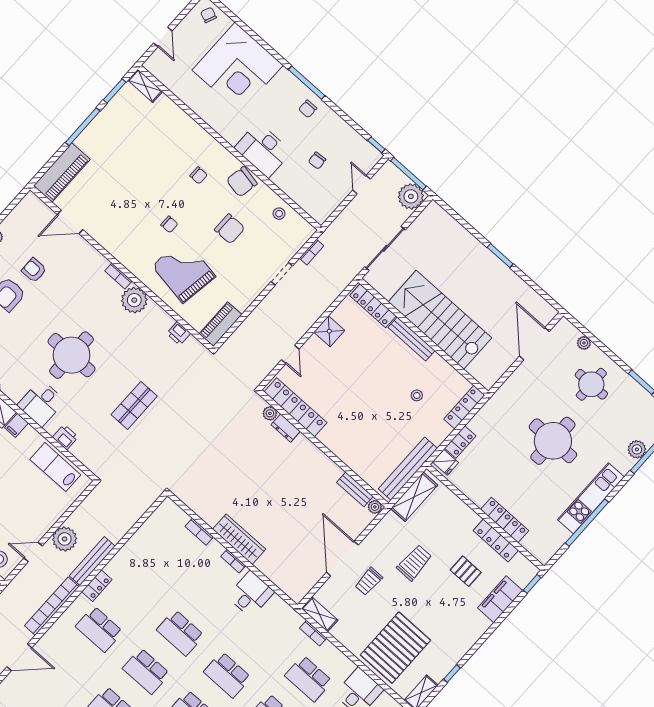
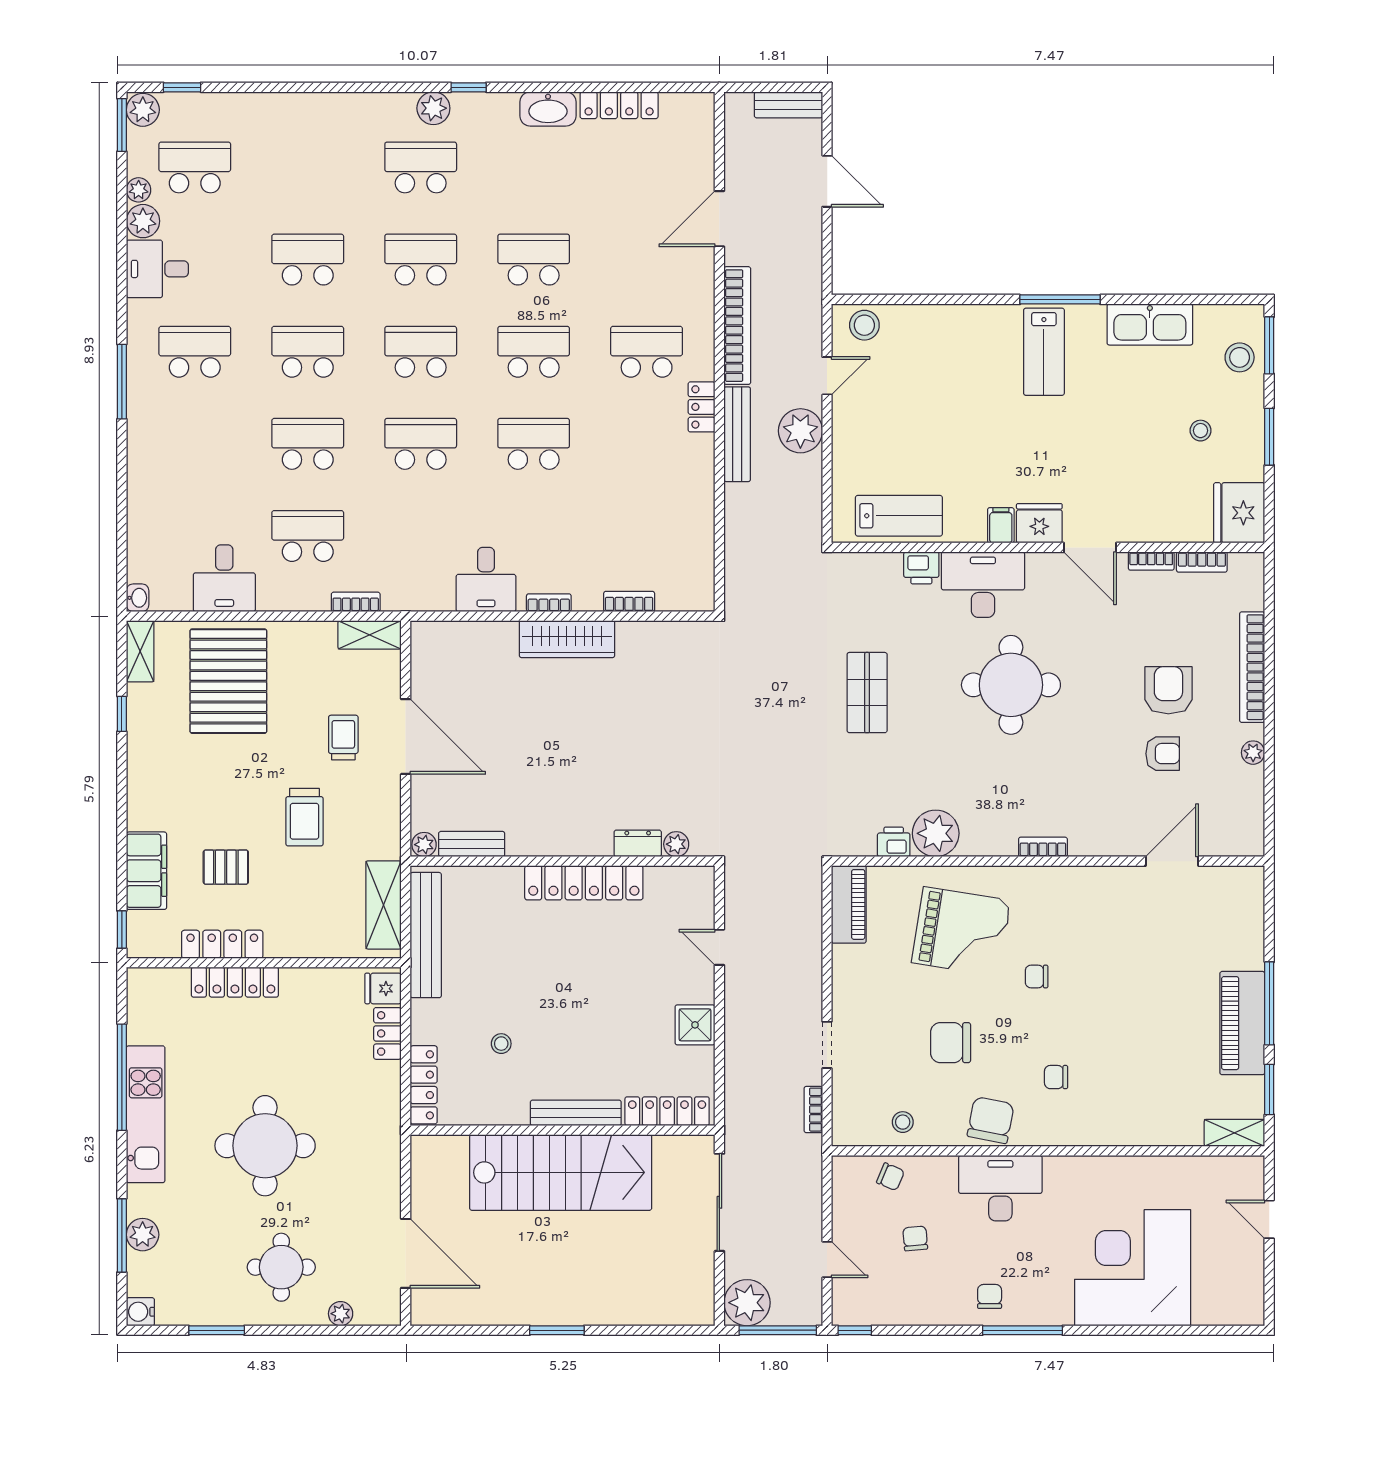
chair: (208, 15) -> (890, 1177), moved
piano: (62, 173) -> (1242, 1023), moved
plant: (134, 300) -> (936, 833), moved
desk: (41, 403) -> (983, 585), width x1.37
locker: (295, 407) -> (584, 883), moved

